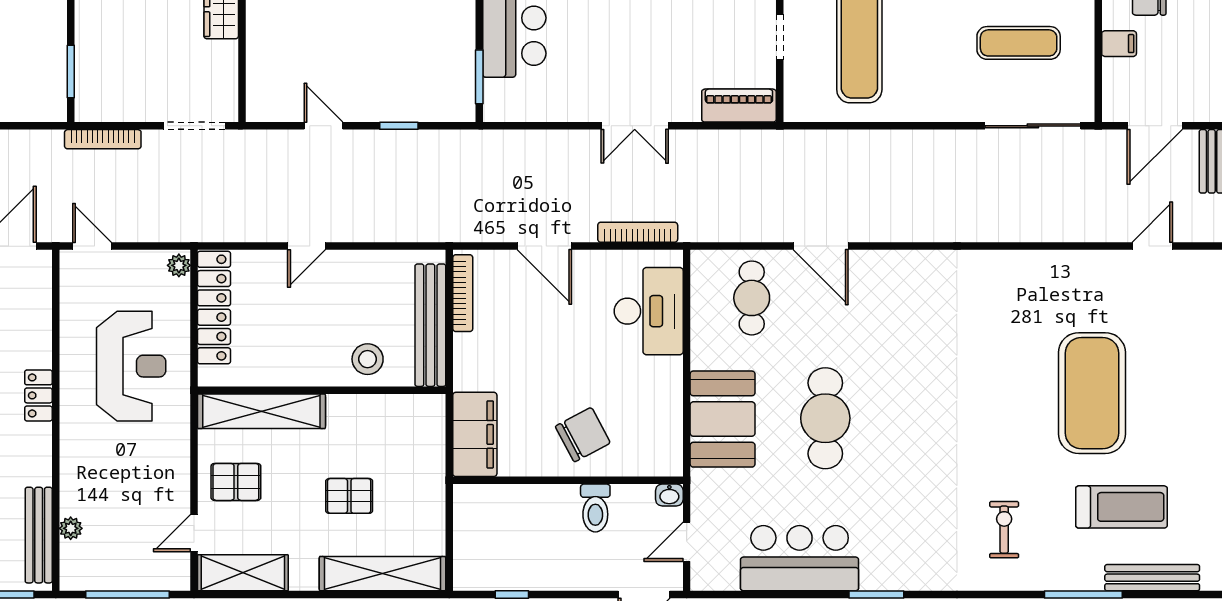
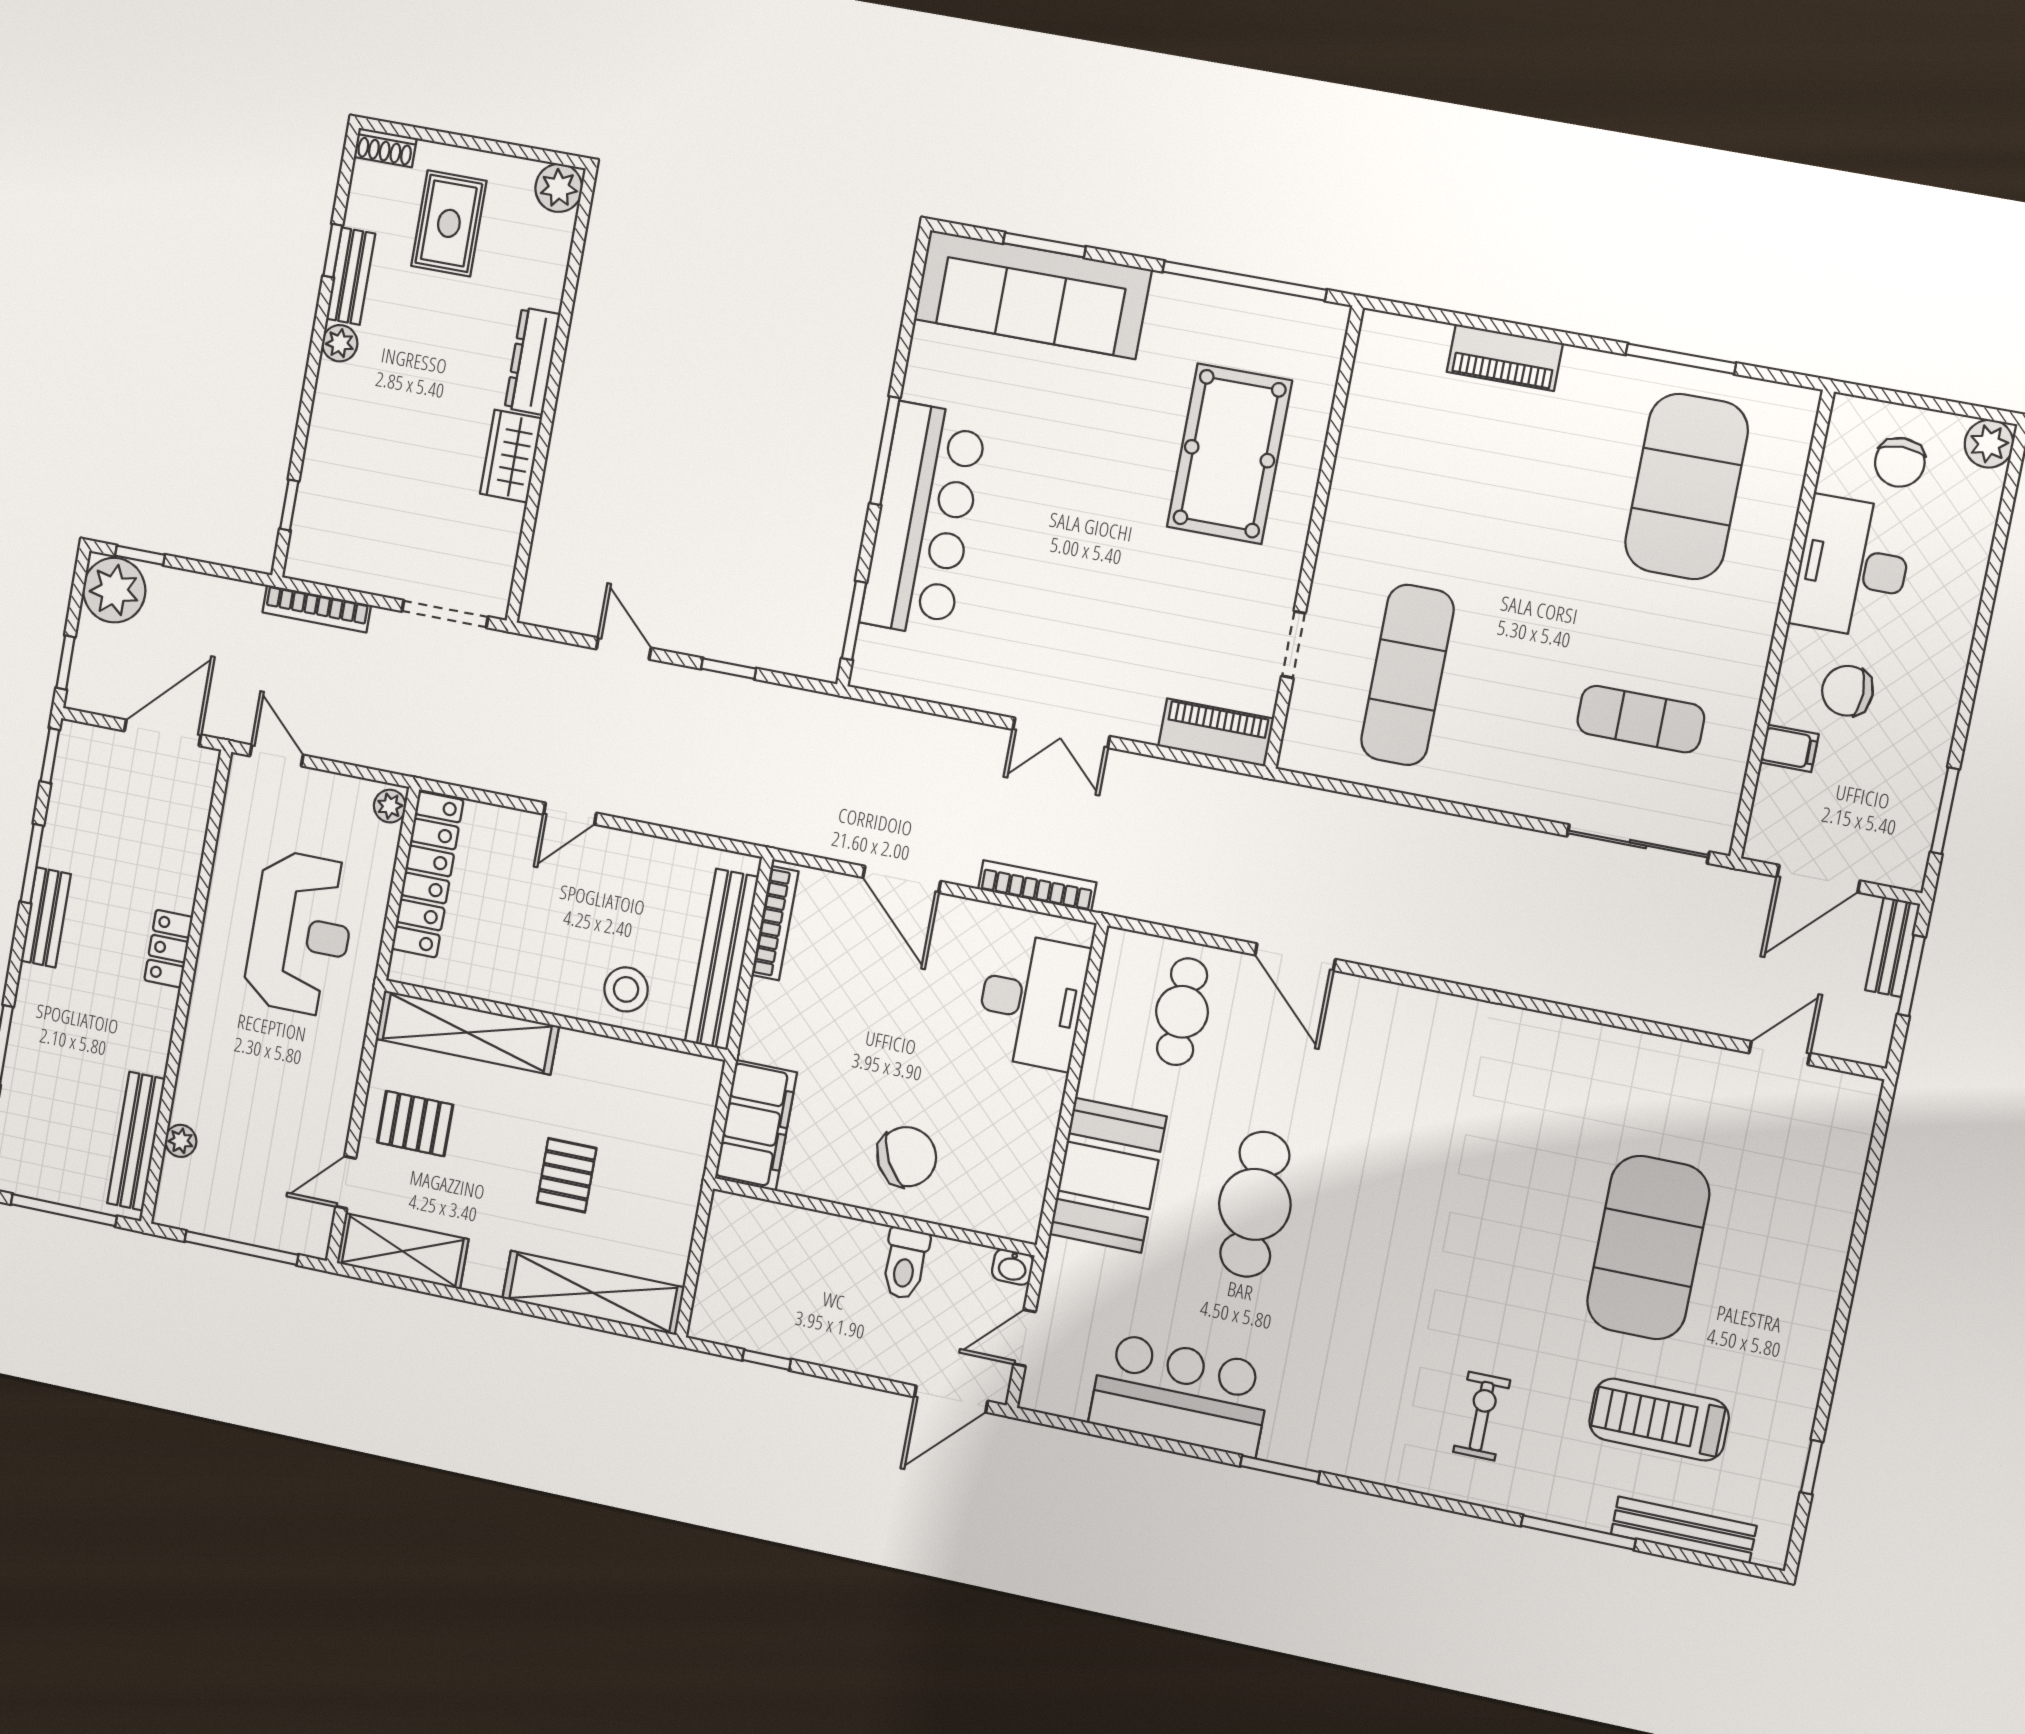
window: (71, 72) -> (289, 505), width x0.67
pallet: (349, 496) -> (567, 1175), turned 90
treadmill: (1122, 507) -> (1659, 1420), turned 180

